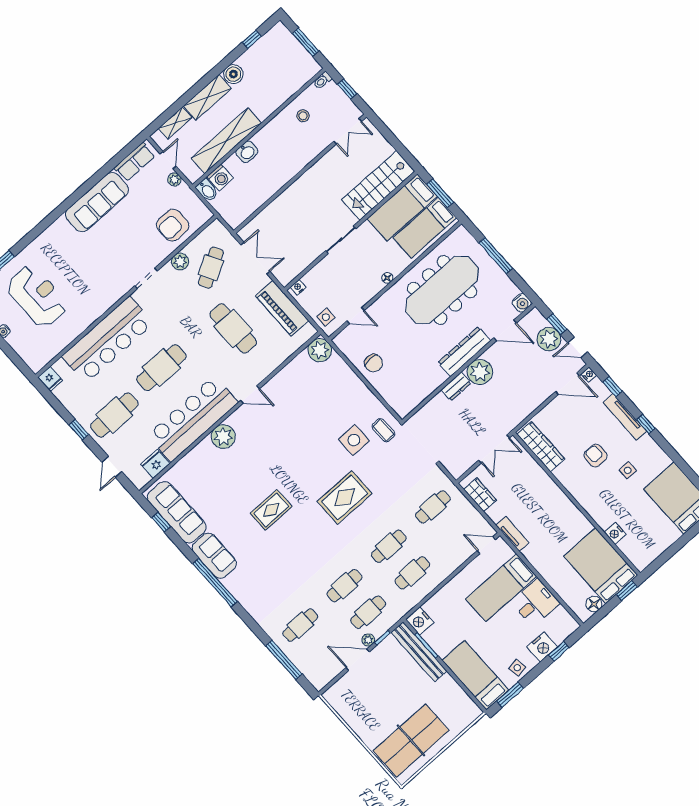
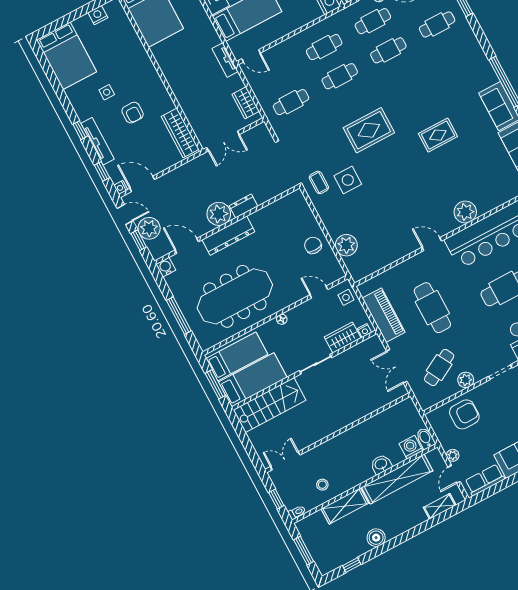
shelving: (207, 97) -> (345, 506), moved
wardrobe: (319, 274) -> (343, 338), added
plant: (320, 350) -> (346, 245), moved
double door: (494, 449) -> (223, 141), swing flipped
nightstand: (615, 533) -> (98, 15), moved, turned -90

